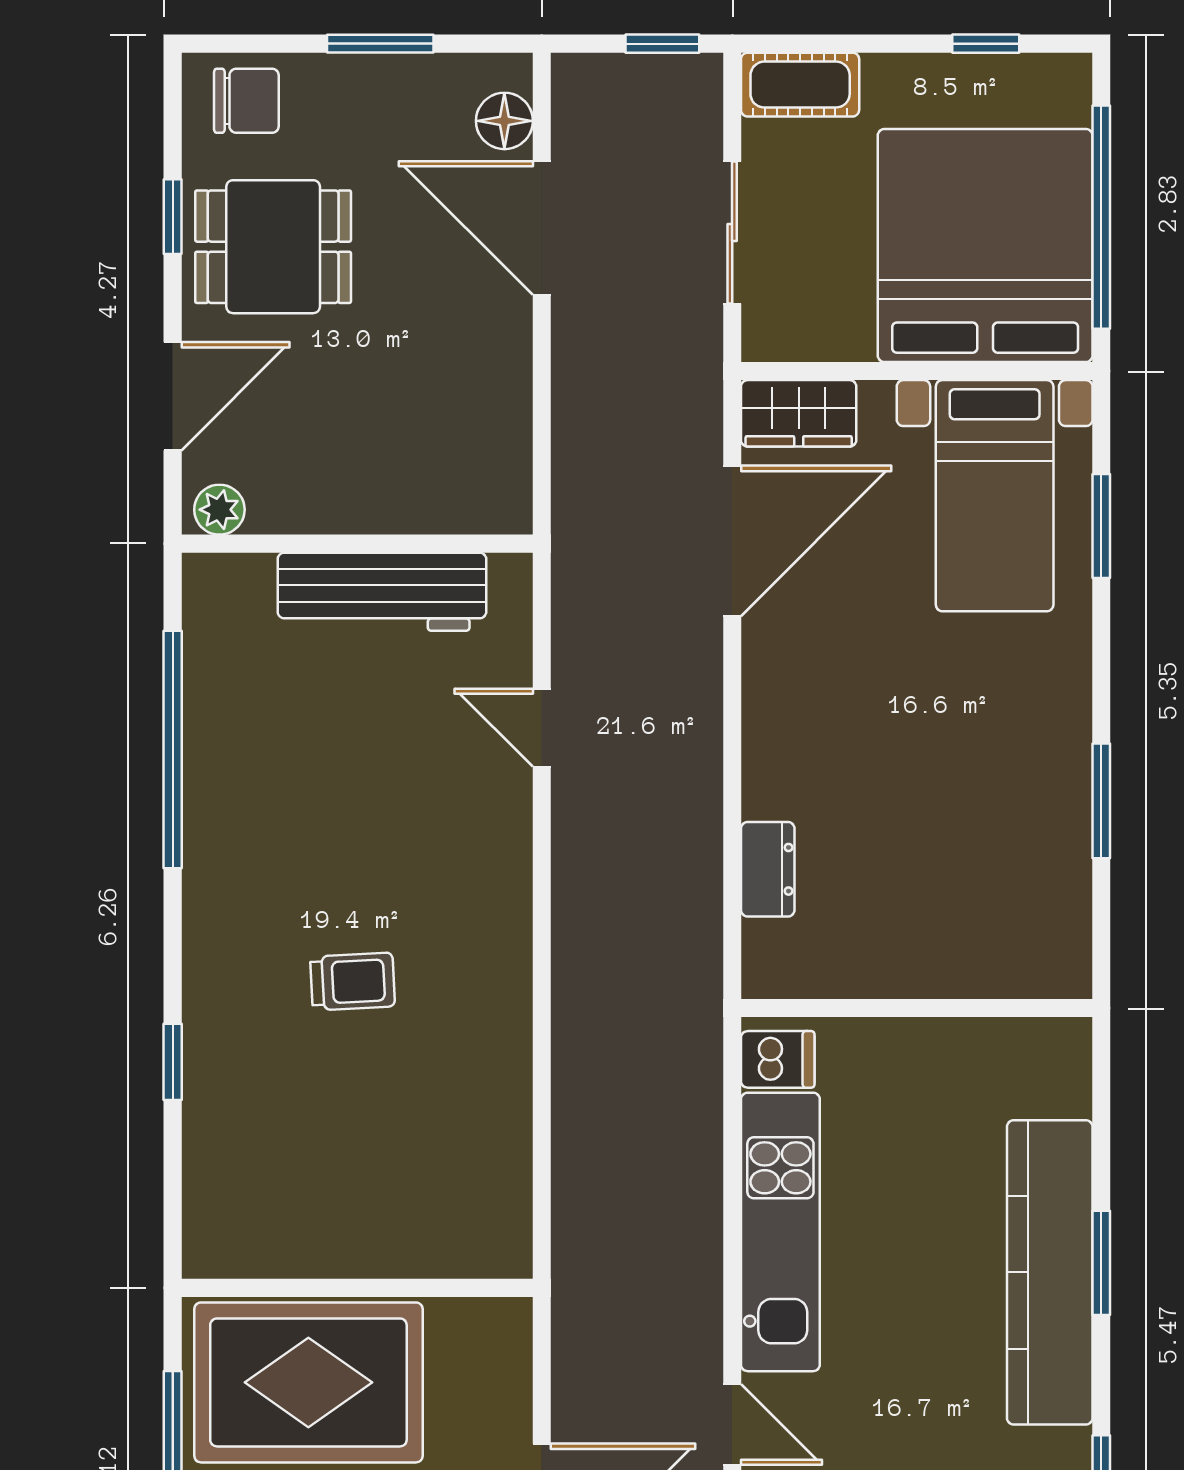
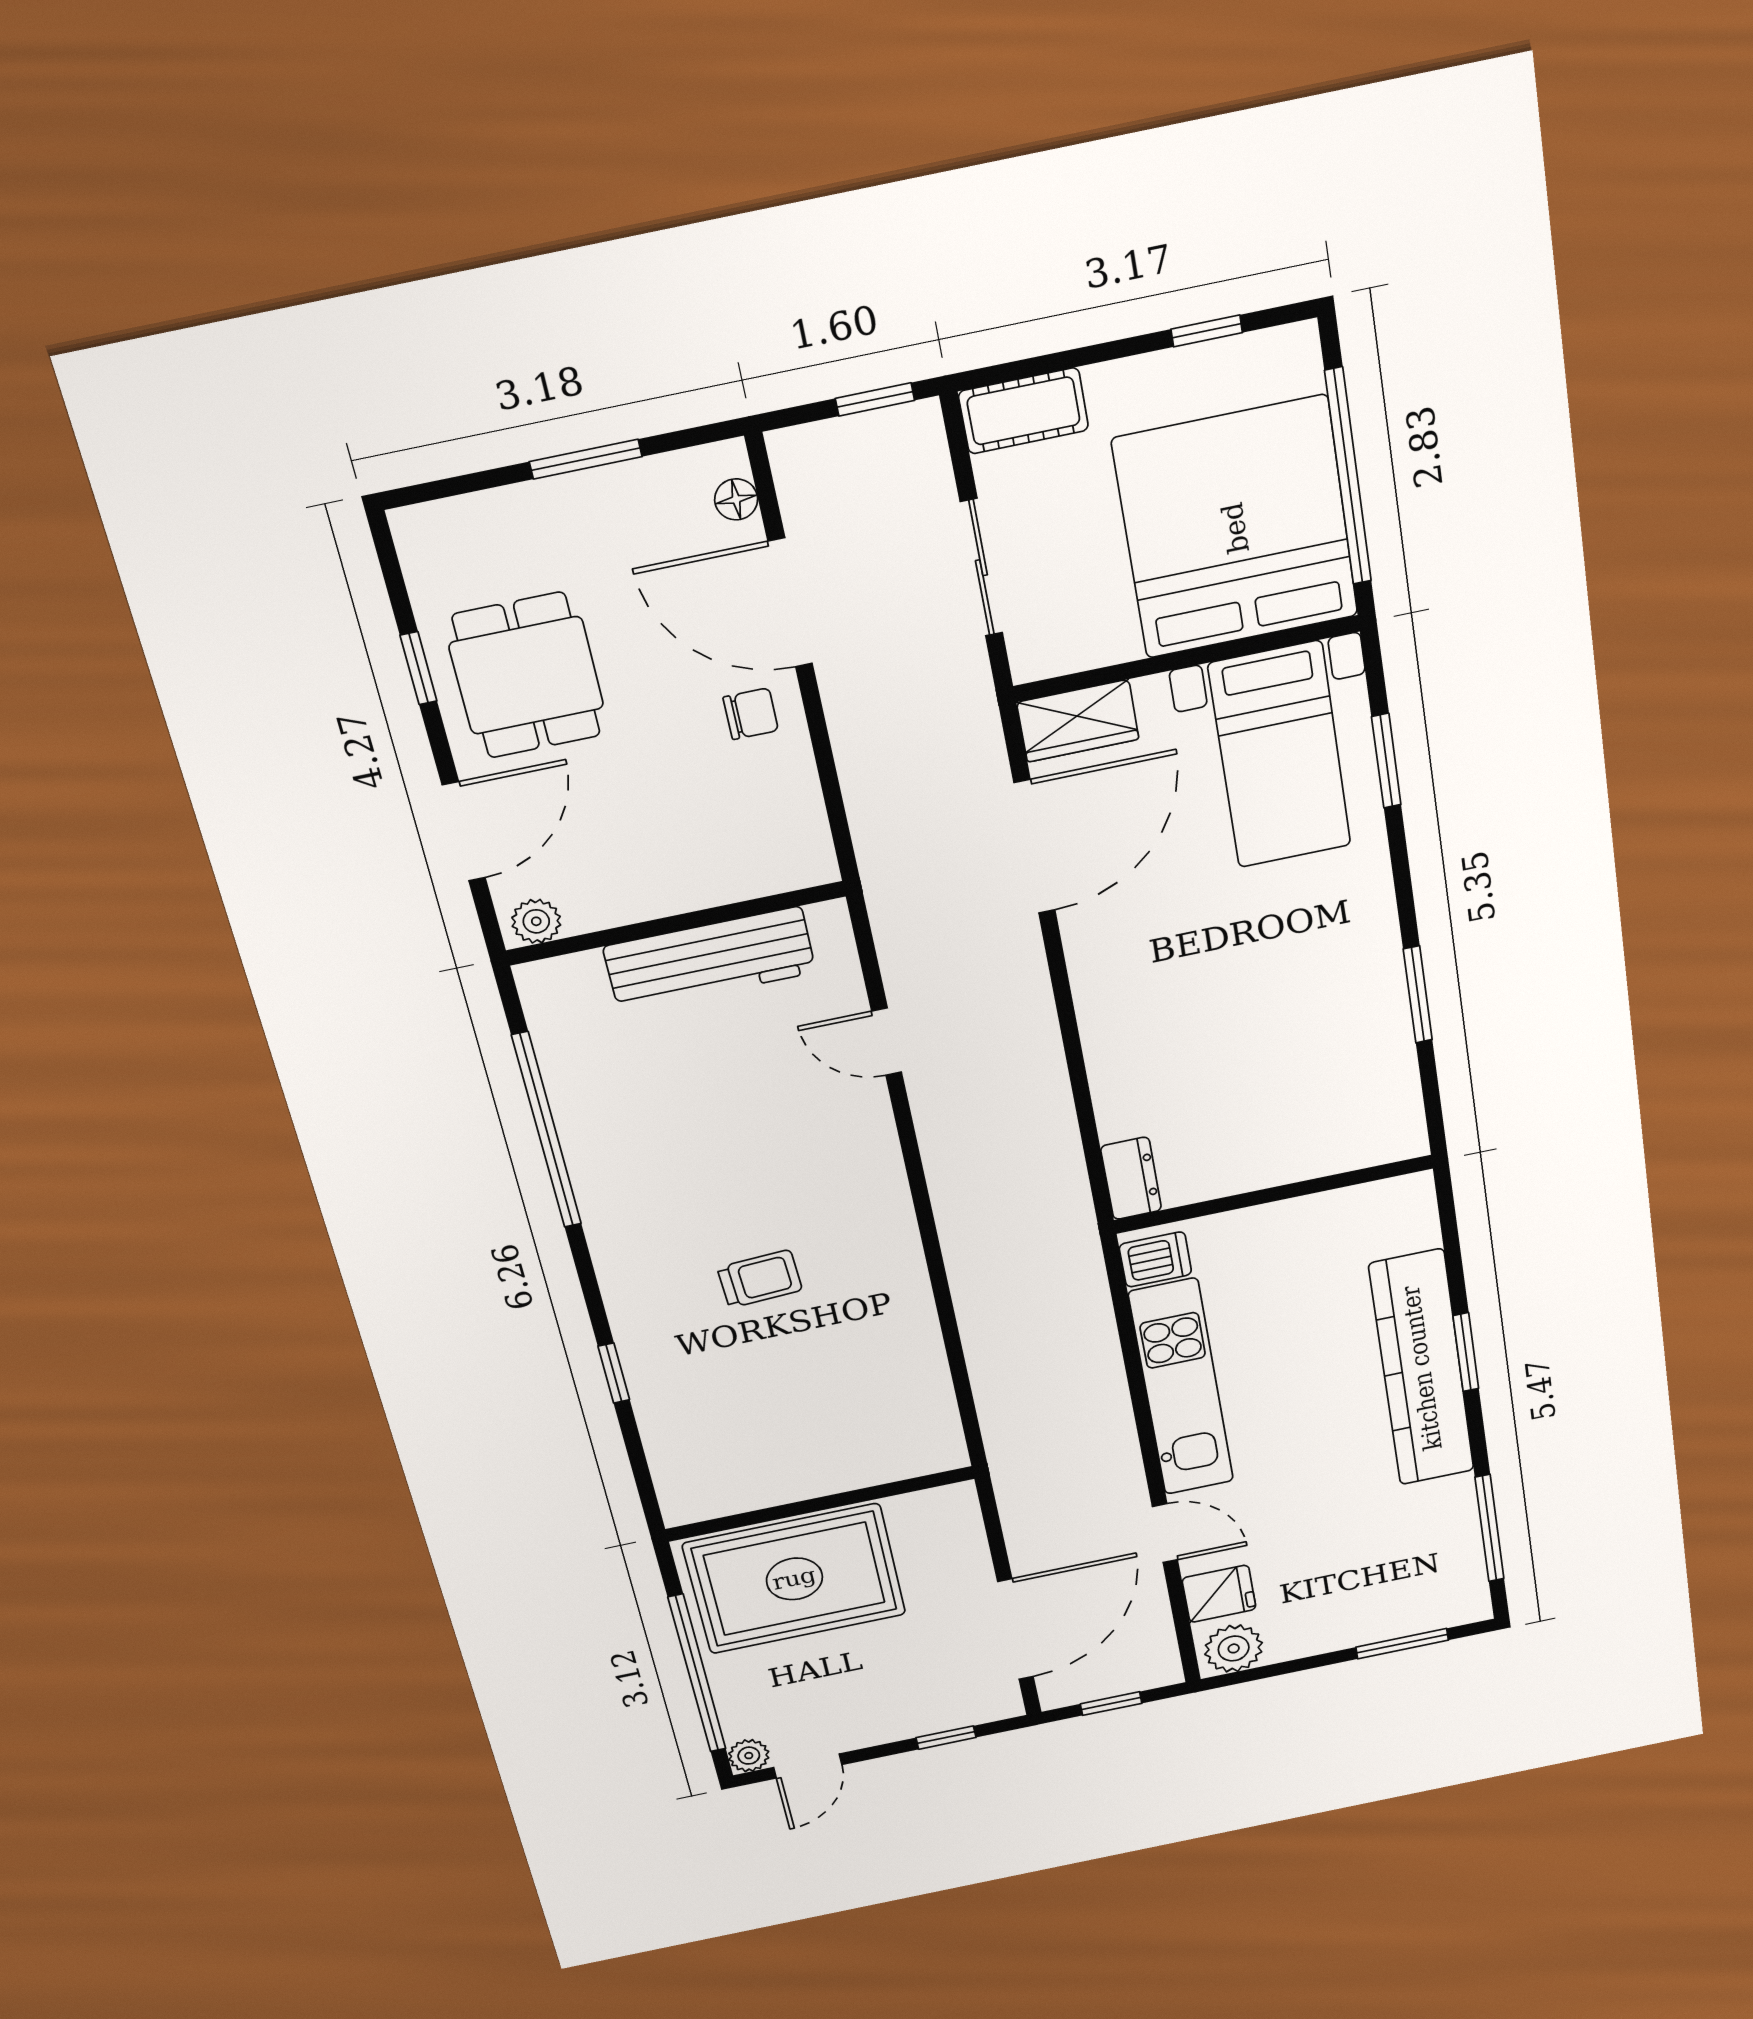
chair: (246, 101) -> (751, 714), moved, width x0.73, depth x0.73
floor lamp: (504, 121) -> (736, 499), width x0.73, depth x0.73
dining table: (273, 247) -> (526, 675), turned 90
dresser: (768, 869) -> (1131, 1178), moved

